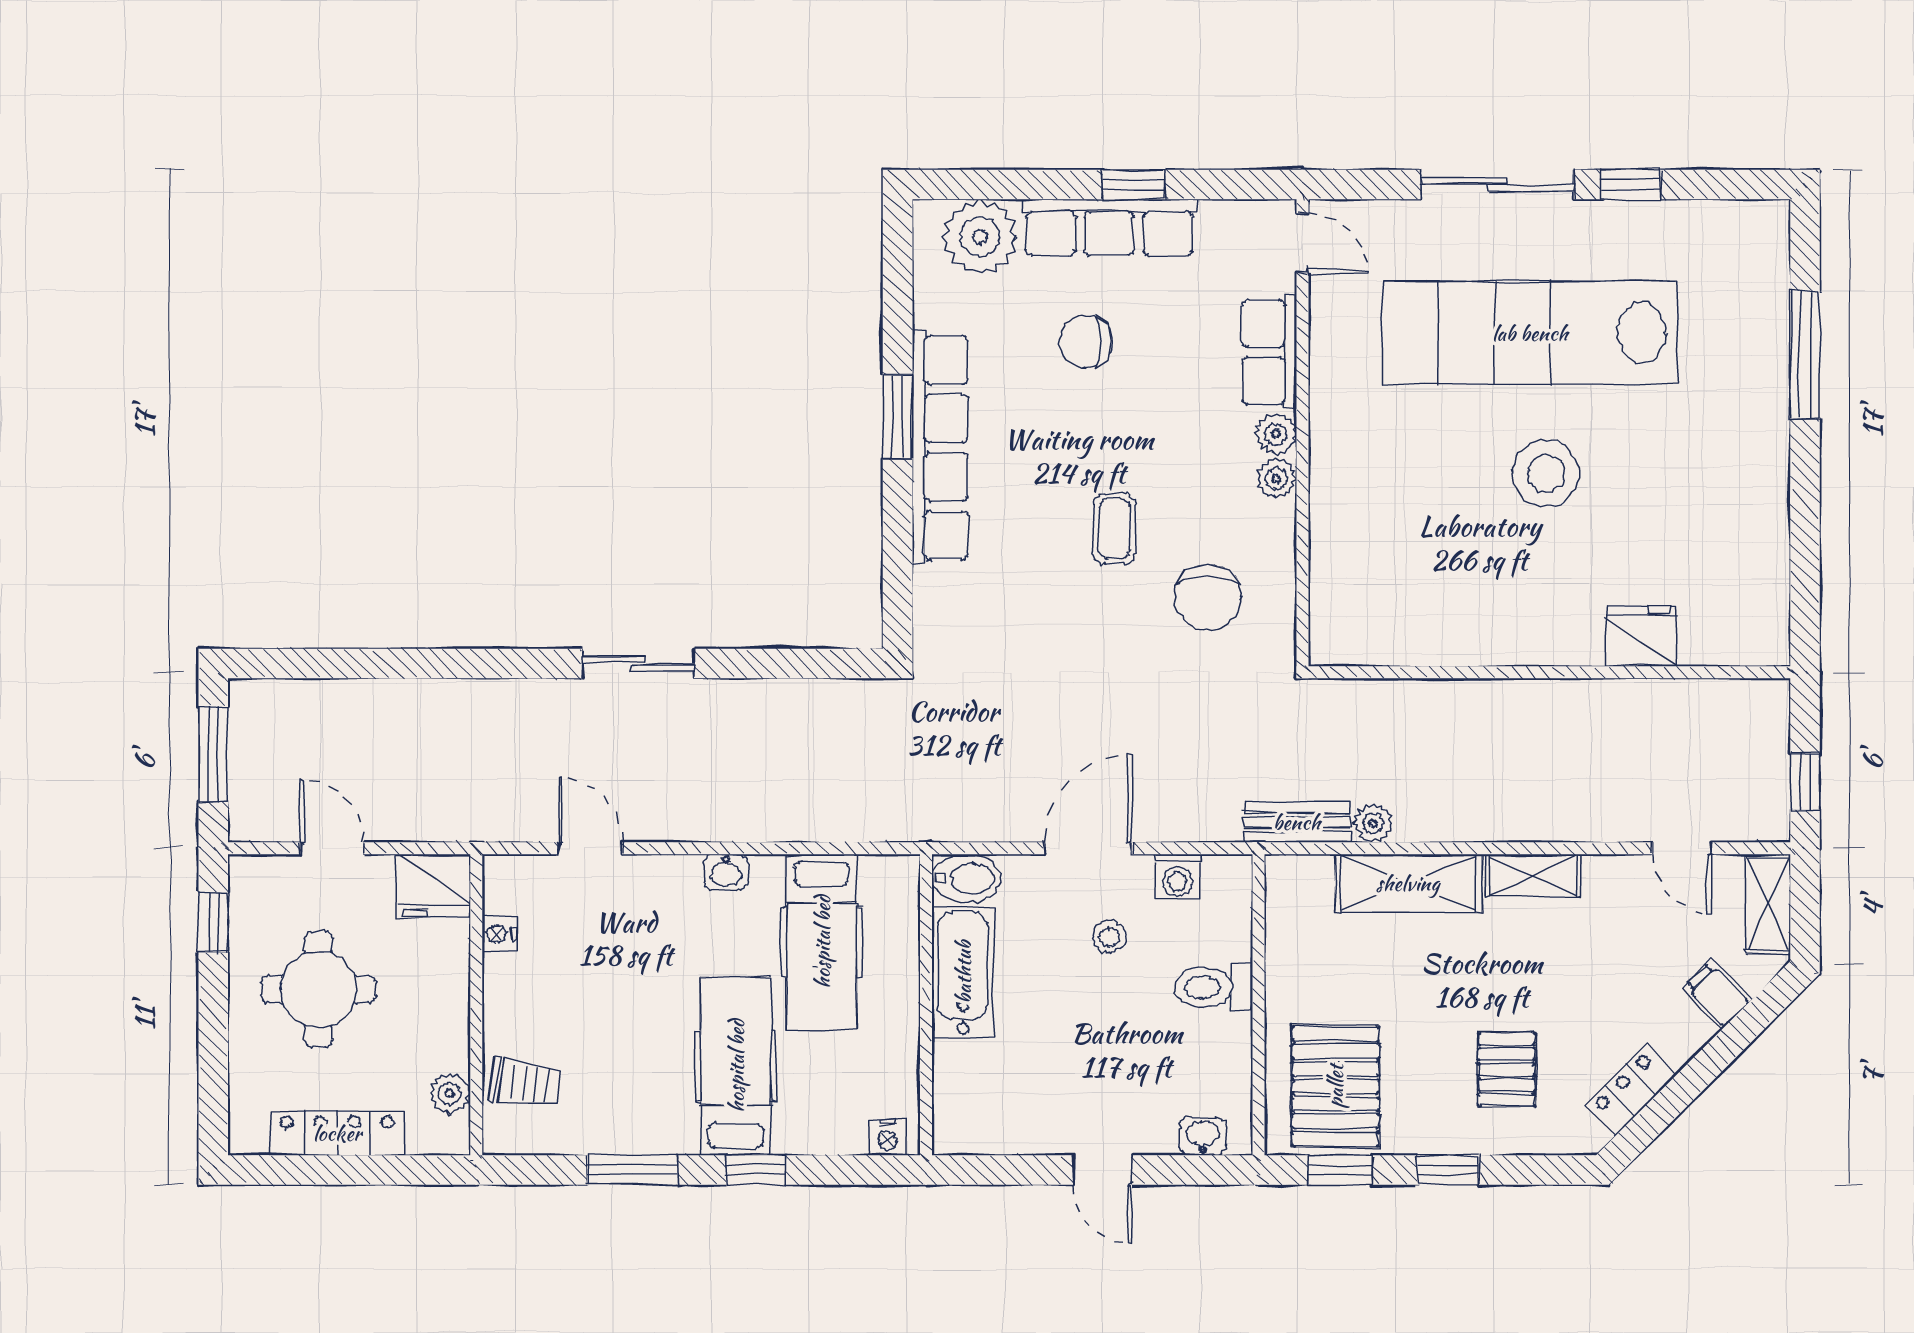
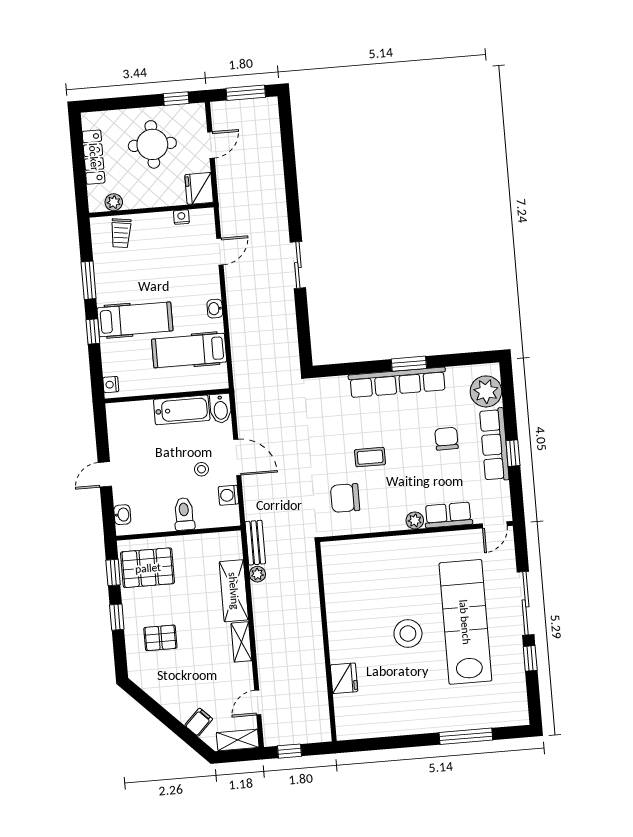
plant: (1276, 479) -> (396, 522), removed
locker: (1631, 1090) -> (156, 690), removed

